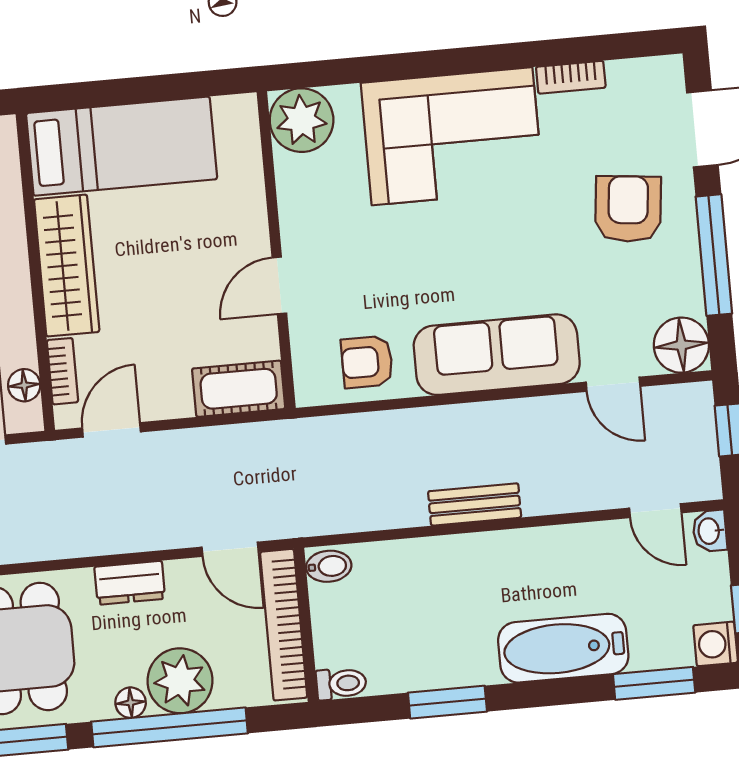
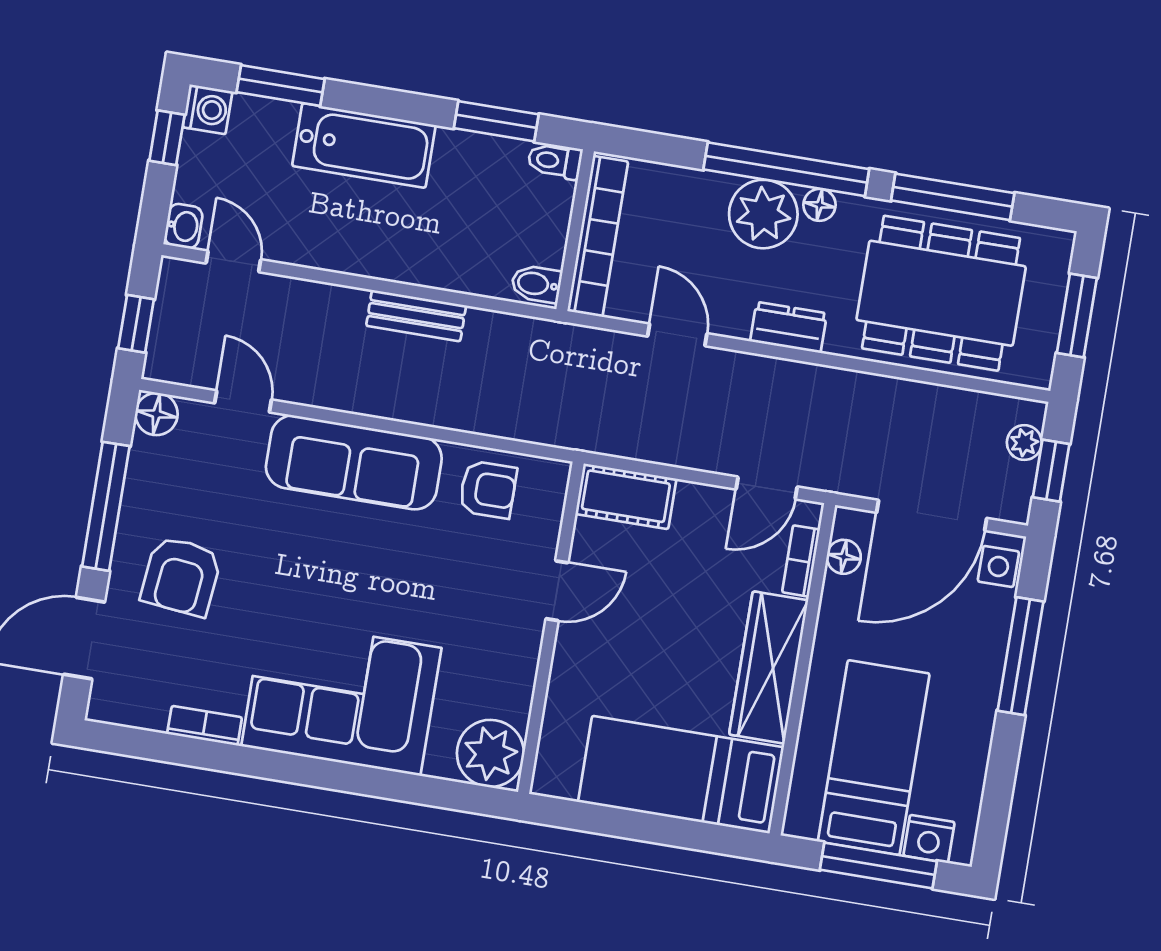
floor lamp: (681, 345) -> (156, 414), width x0.73, depth x0.73
bidet: (329, 566) -> (536, 284), moved
bookcase: (284, 625) -> (598, 236), moved
wall: (306, 625) -> (575, 230), moved
toilet: (341, 684) -> (555, 161), moved

